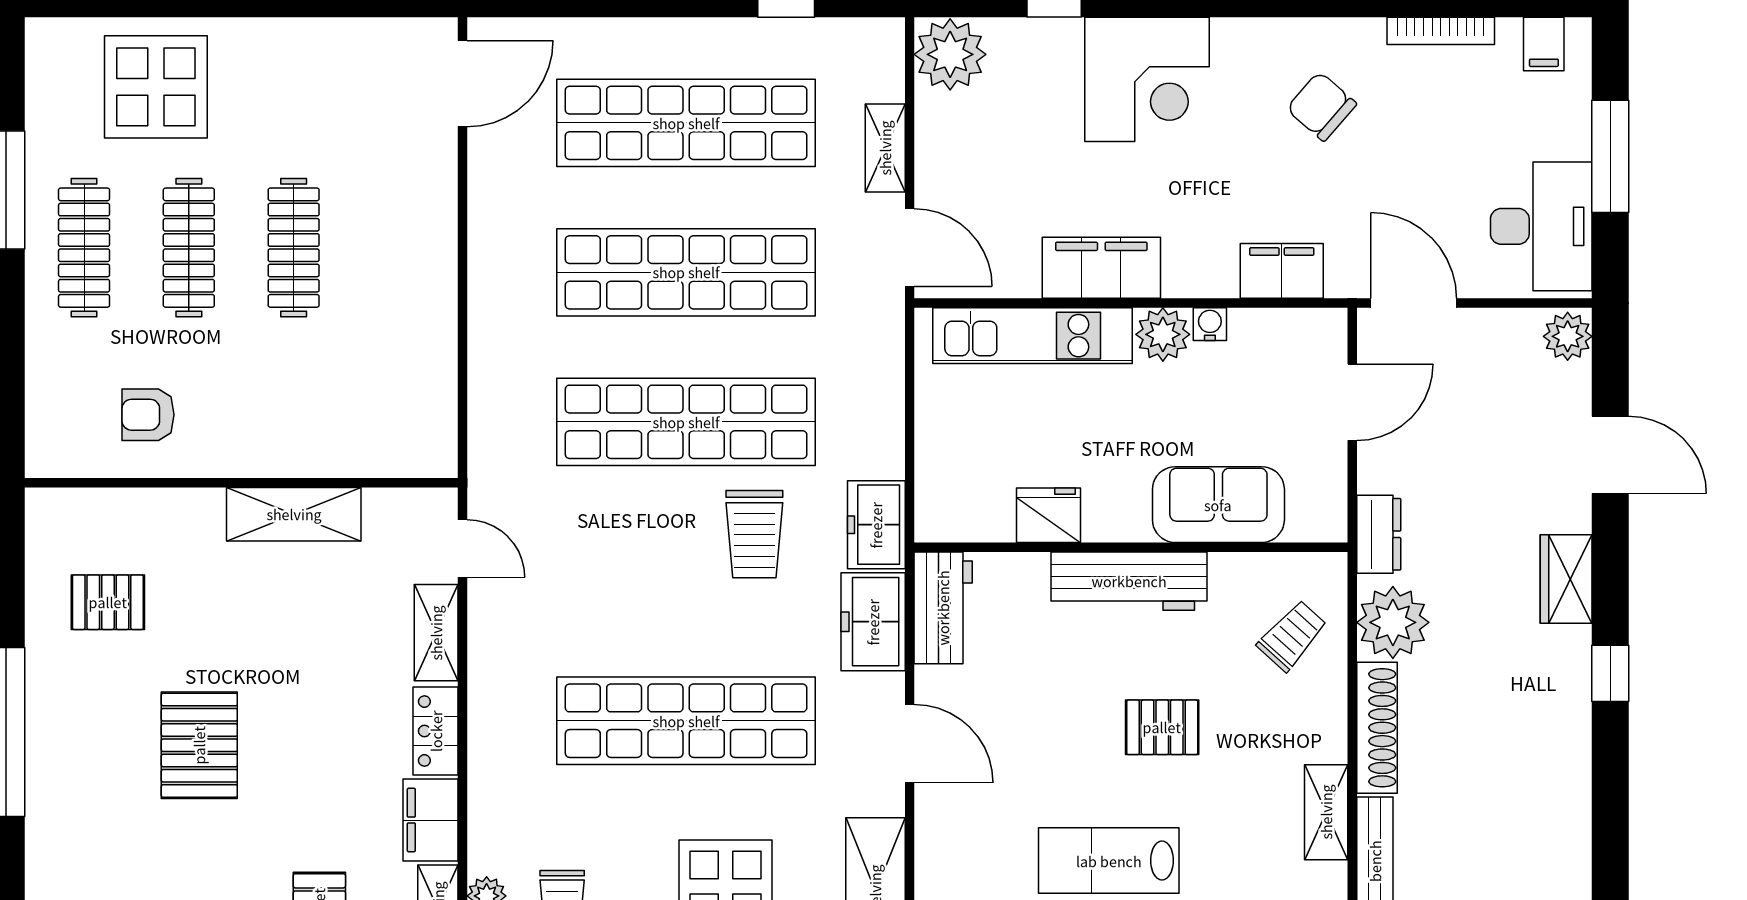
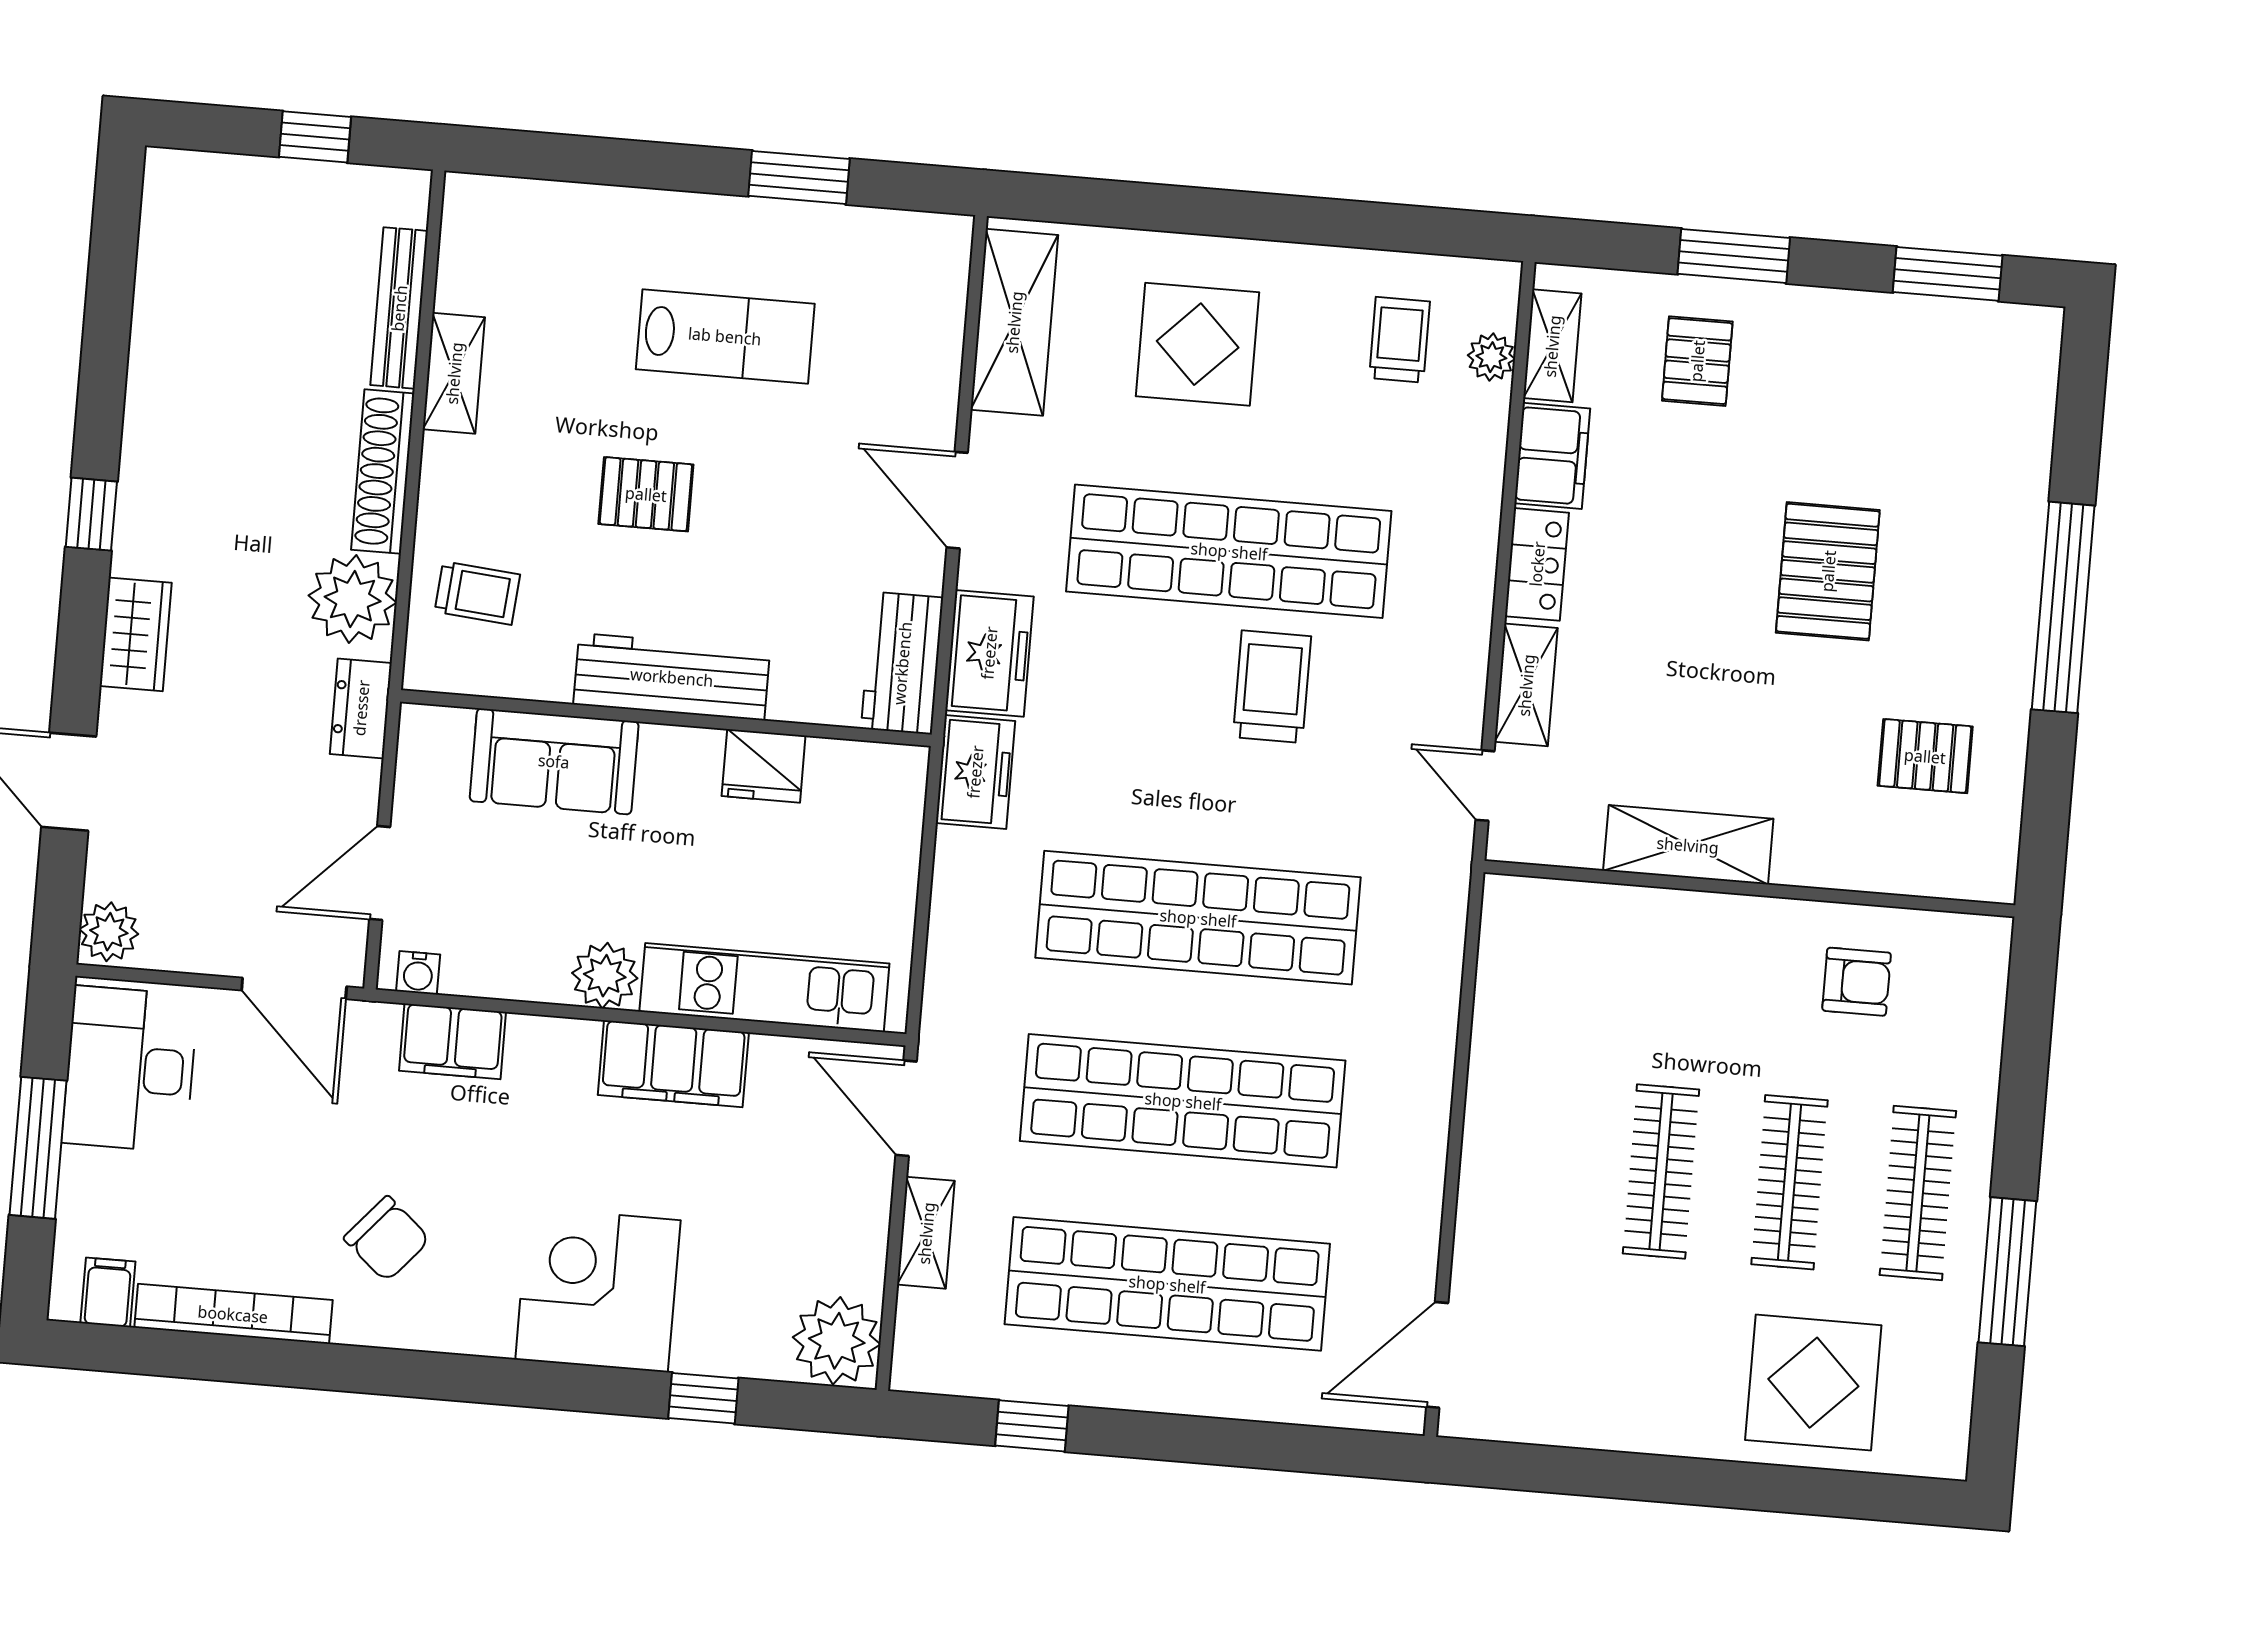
bookcase: (1441, 31) -> (233, 1314), width x1.48, depth x1.31
water cooler: (1210, 324) -> (418, 973), moved
trolley: (754, 534) -> (1272, 687), moved
trolley: (1292, 636) -> (477, 593), turned -127

